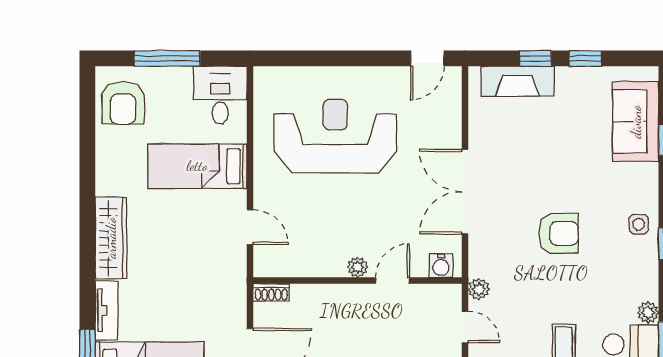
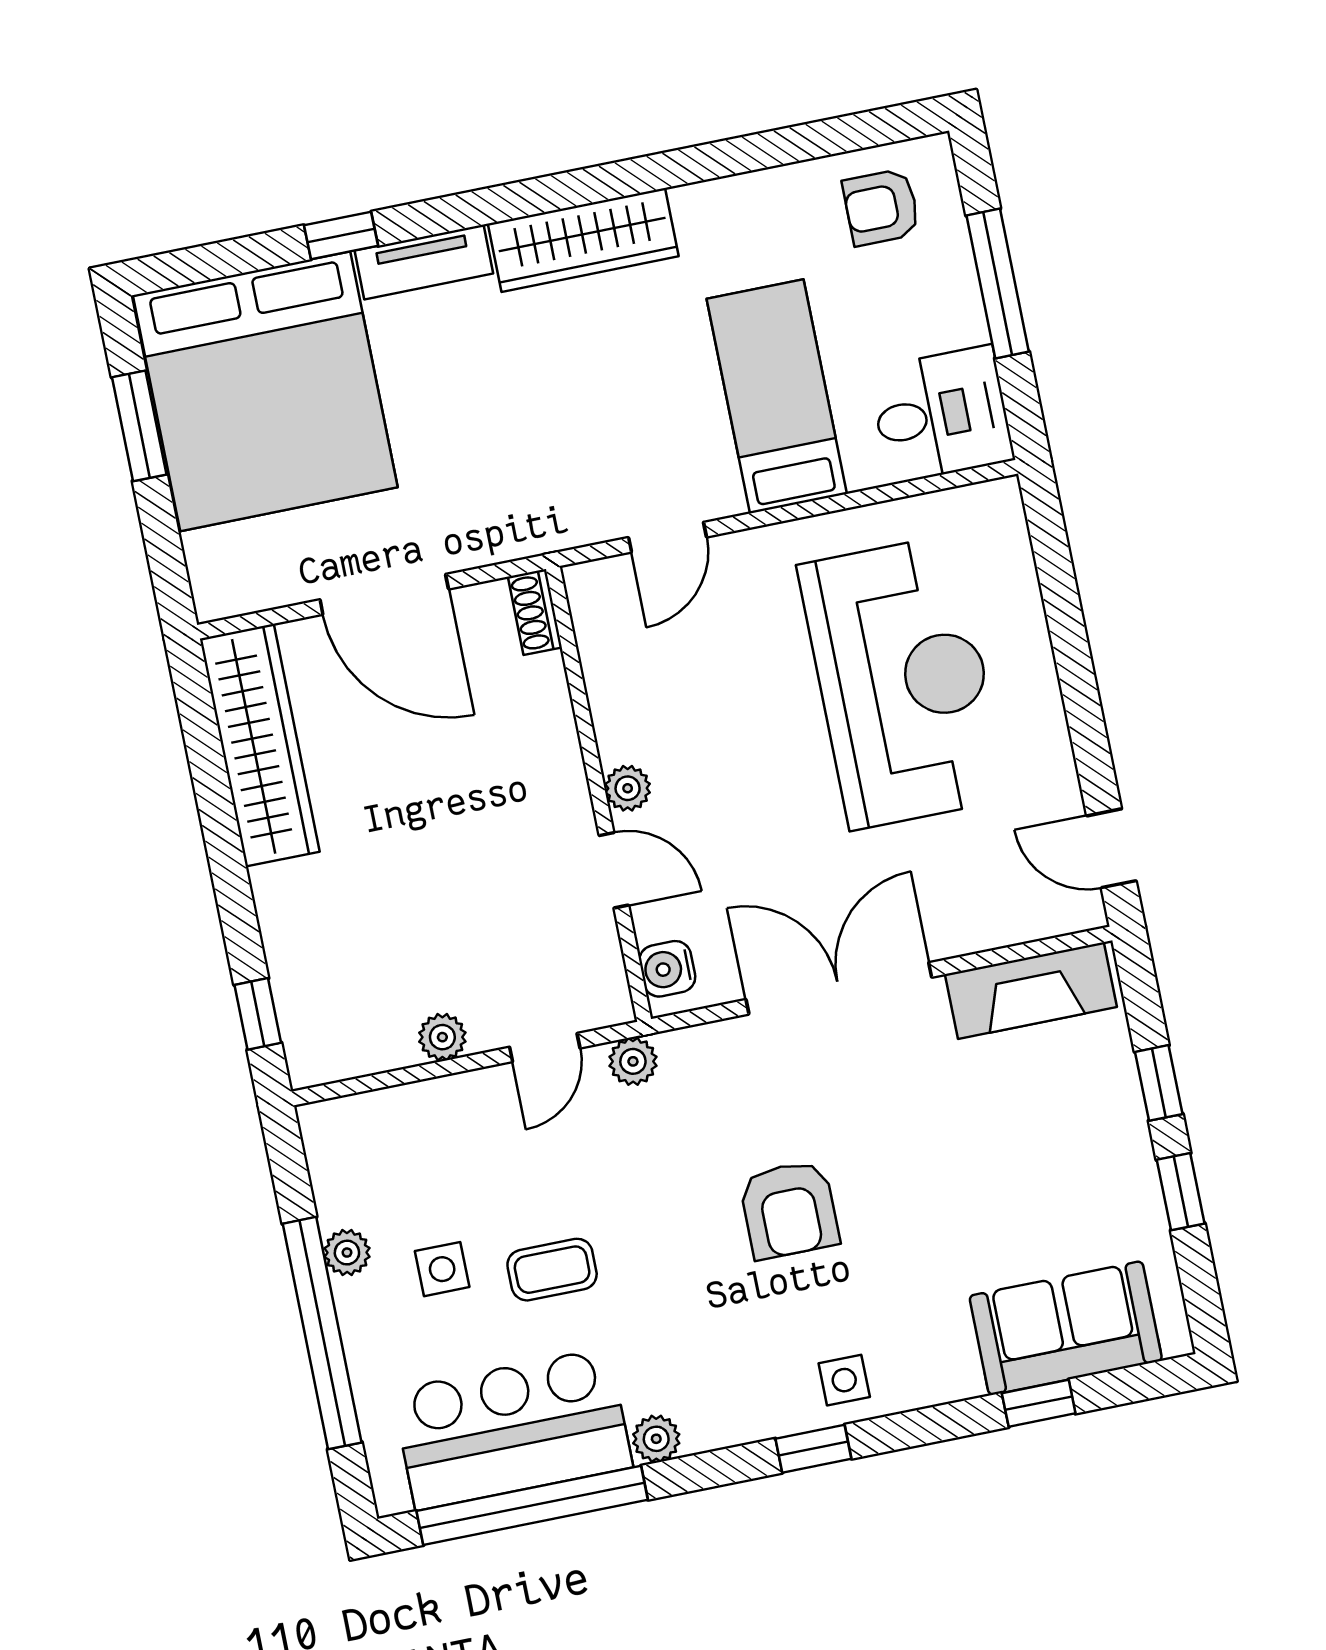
fireplace: (517, 81) -> (1031, 991), moved, turned -90
armchair: (123, 103) -> (881, 207), width x0.72, depth x0.72

